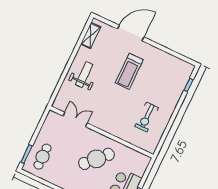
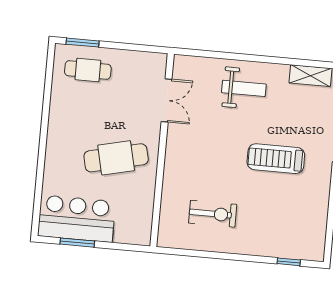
exercise bike: (147, 117) -> (213, 214), turned 180
cafe table: (96, 159) -> (116, 158), turned -57

